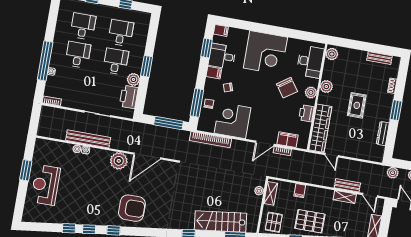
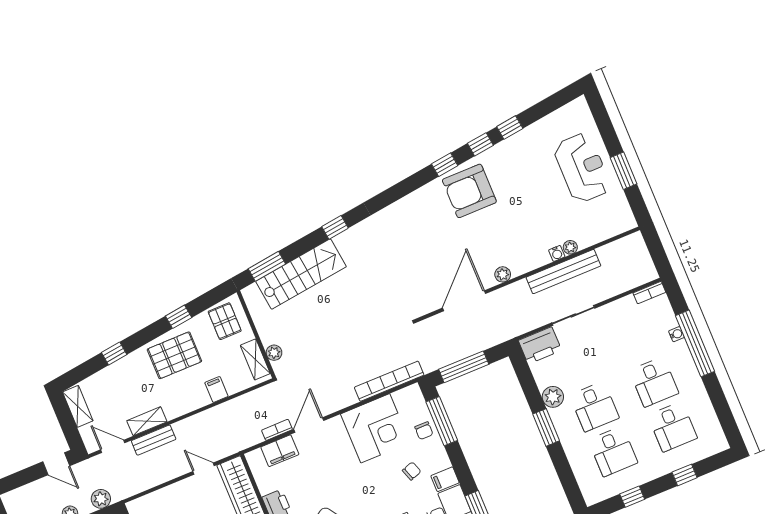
printer: (129, 97) -> (540, 345), moved, turned 90
plant: (119, 161) -> (503, 274), width x0.53, depth x0.53
armchair: (132, 208) -> (469, 191), moved

